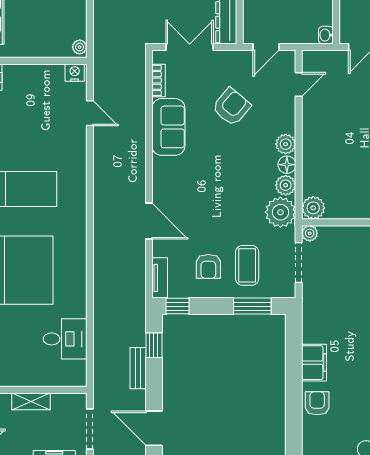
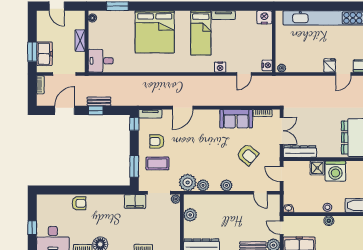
nightstand: (78, 155) -> (220, 67), added
floor lamp: (287, 165) -> (215, 186), removed
plant: (313, 208) -> (190, 215), moved
desk: (65, 339) -> (101, 61), moved, turned 90
window: (154, 345) -> (96, 110), moved
filing cabinet: (314, 363) -> (135, 201), moved

